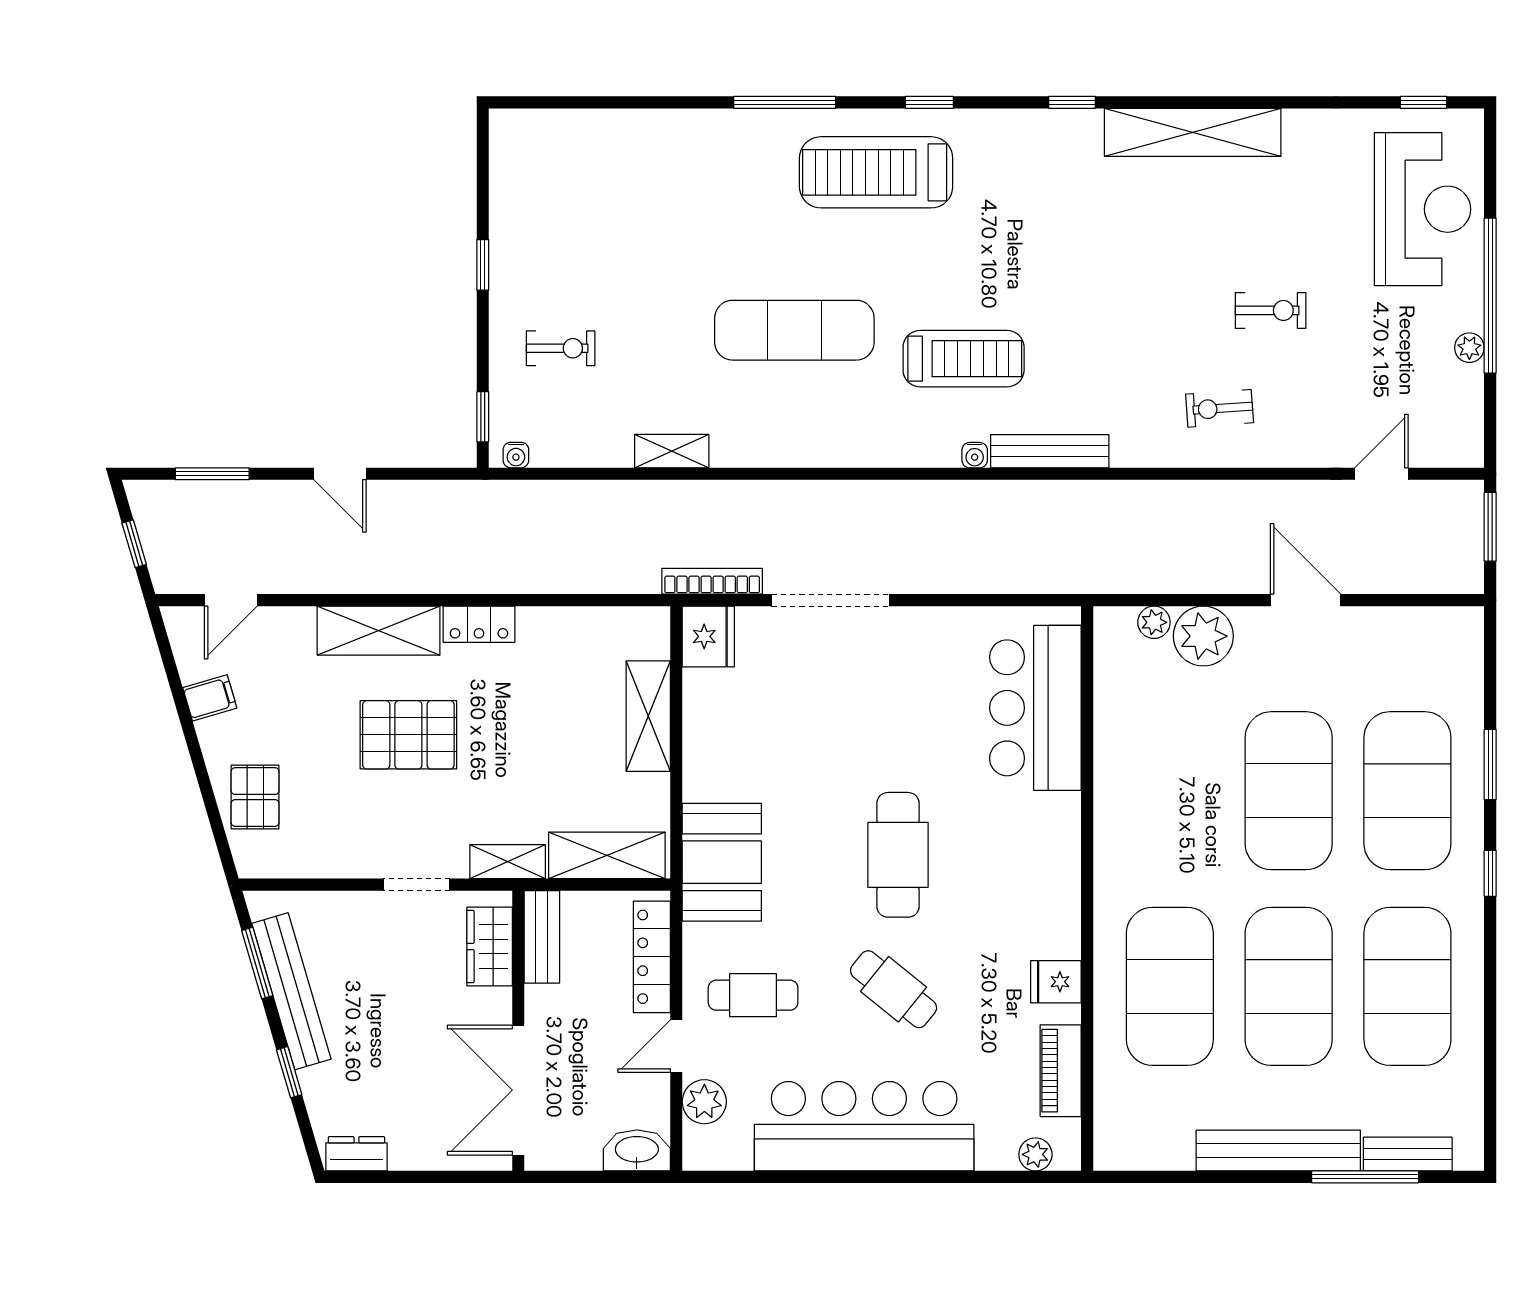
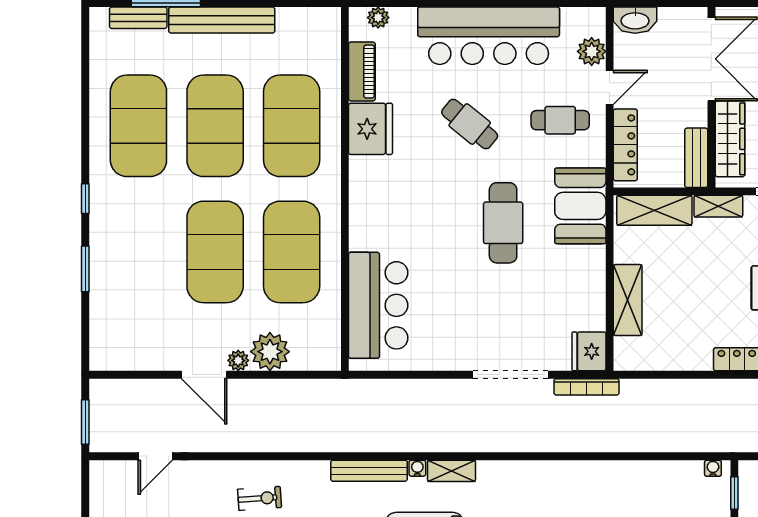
shelving: (672, 451) -> (451, 471), moved
plant: (1154, 622) -> (238, 360), moved
exercise mat: (1407, 791) -> (292, 252), moved
cafe table: (898, 855) -> (503, 223), moved
wardrobe: (490, 947) -> (730, 139), width x1.50
fridge: (1056, 982) -> (370, 129), width x1.88, depth x1.34

